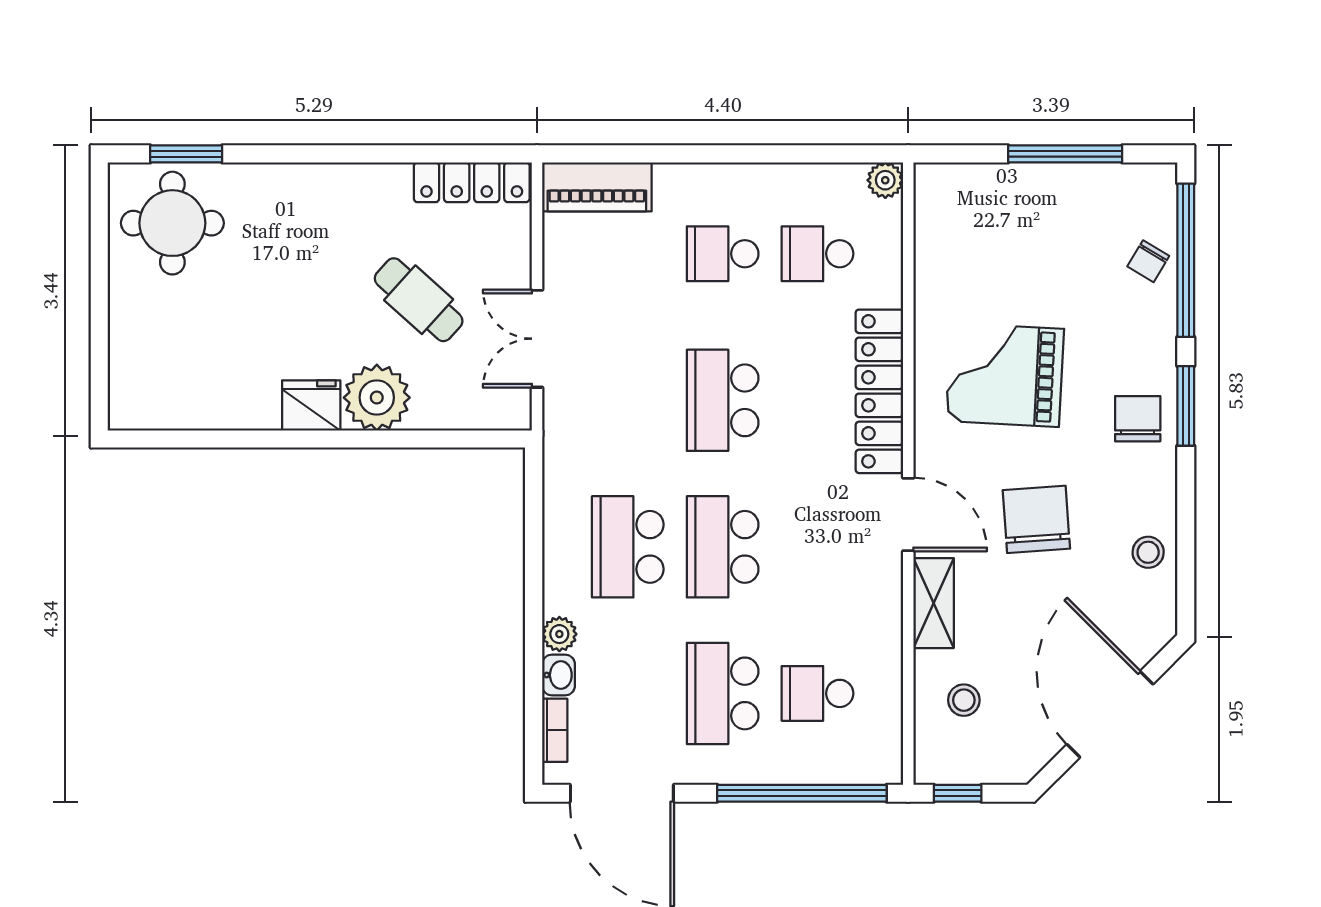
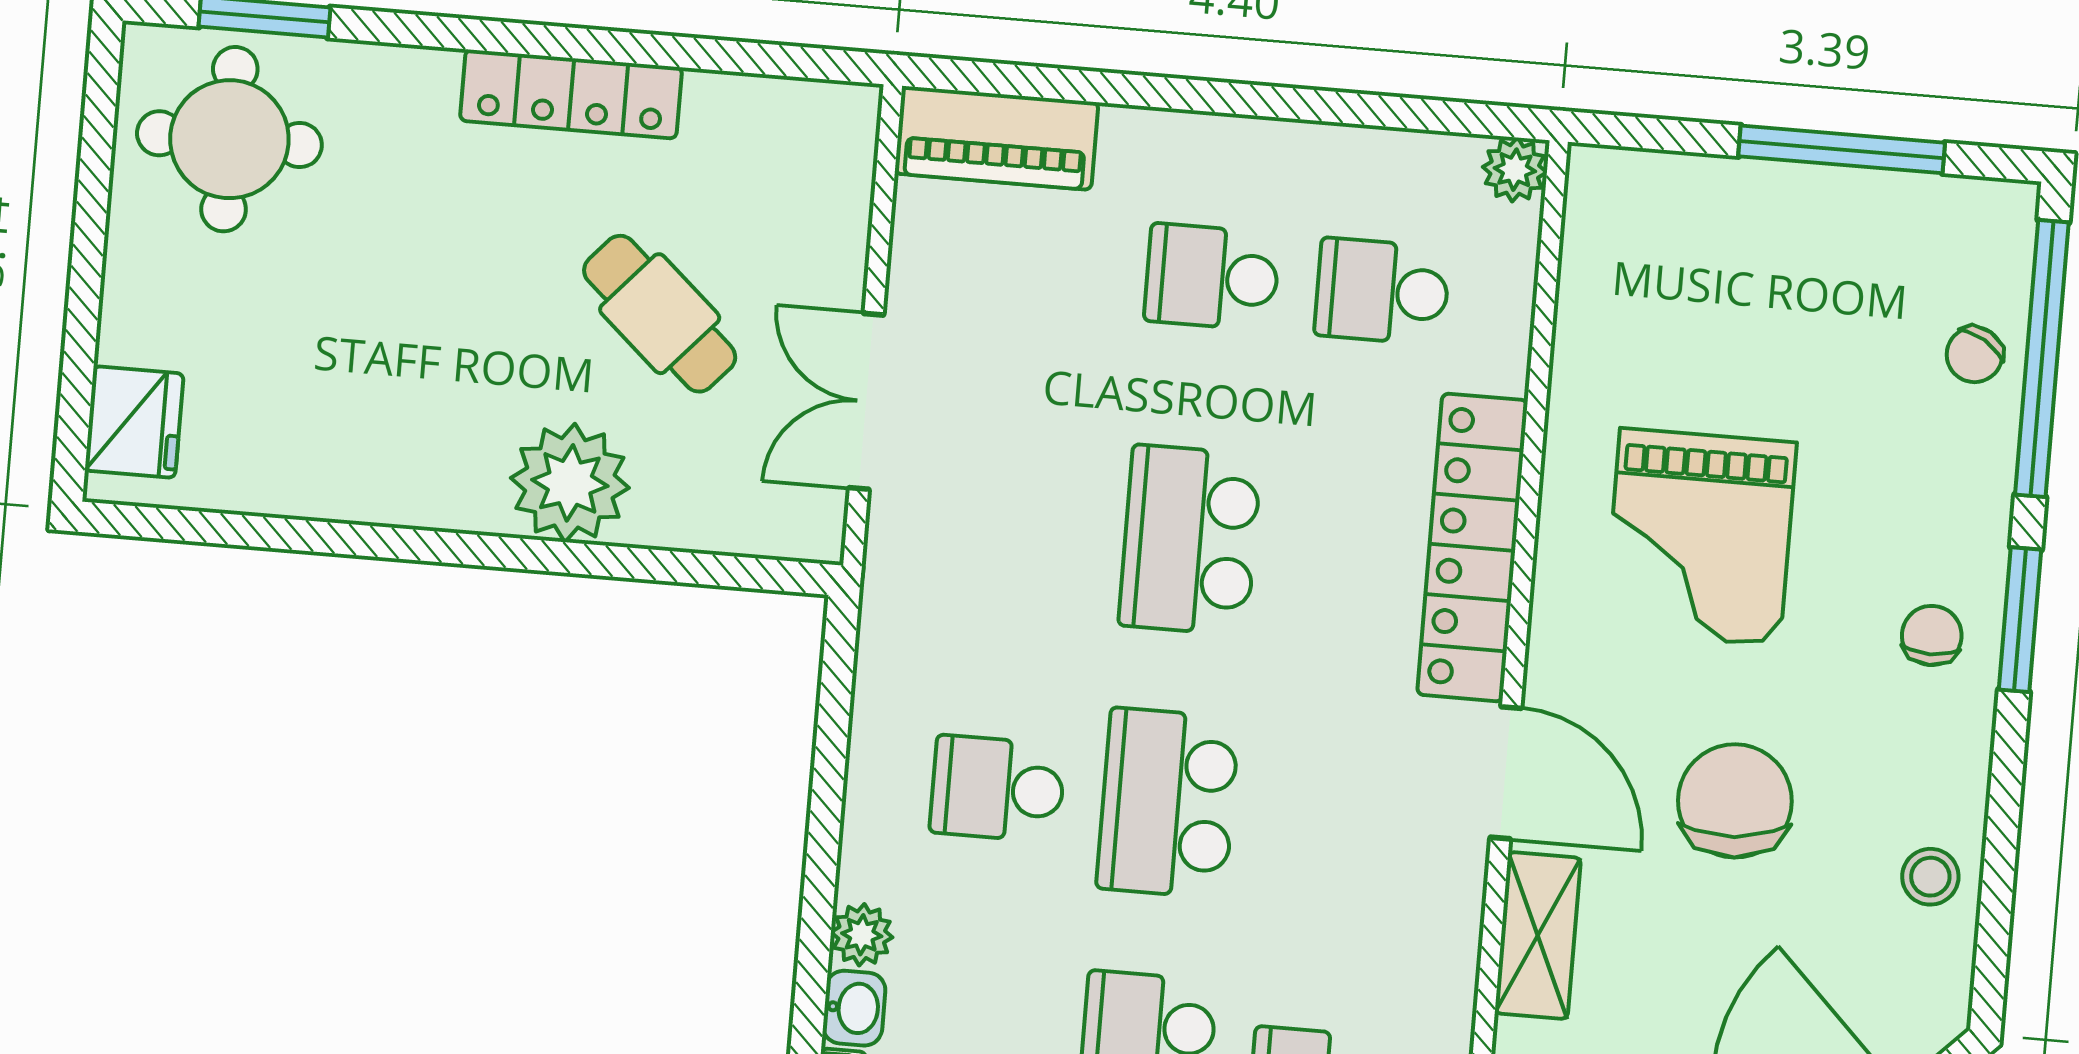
locker: (472, 182) -> (571, 94), moved
grand piano: (1005, 375) -> (1700, 537), turned -93
fridge: (311, 405) -> (134, 422), moved, turned 90
chair: (1138, 419) -> (1932, 635), width x0.73, depth x0.73
school desk: (628, 547) -> (998, 789), width x0.54

